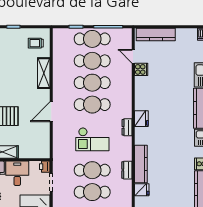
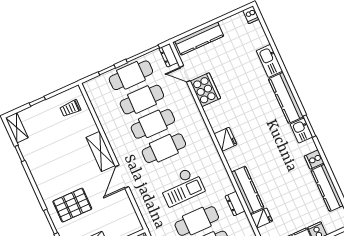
cooker: (141, 69) -> (205, 90), width x1.87, depth x1.31
shelving: (44, 73) -> (101, 151), moved
dresser: (127, 127) -> (168, 55), moved

